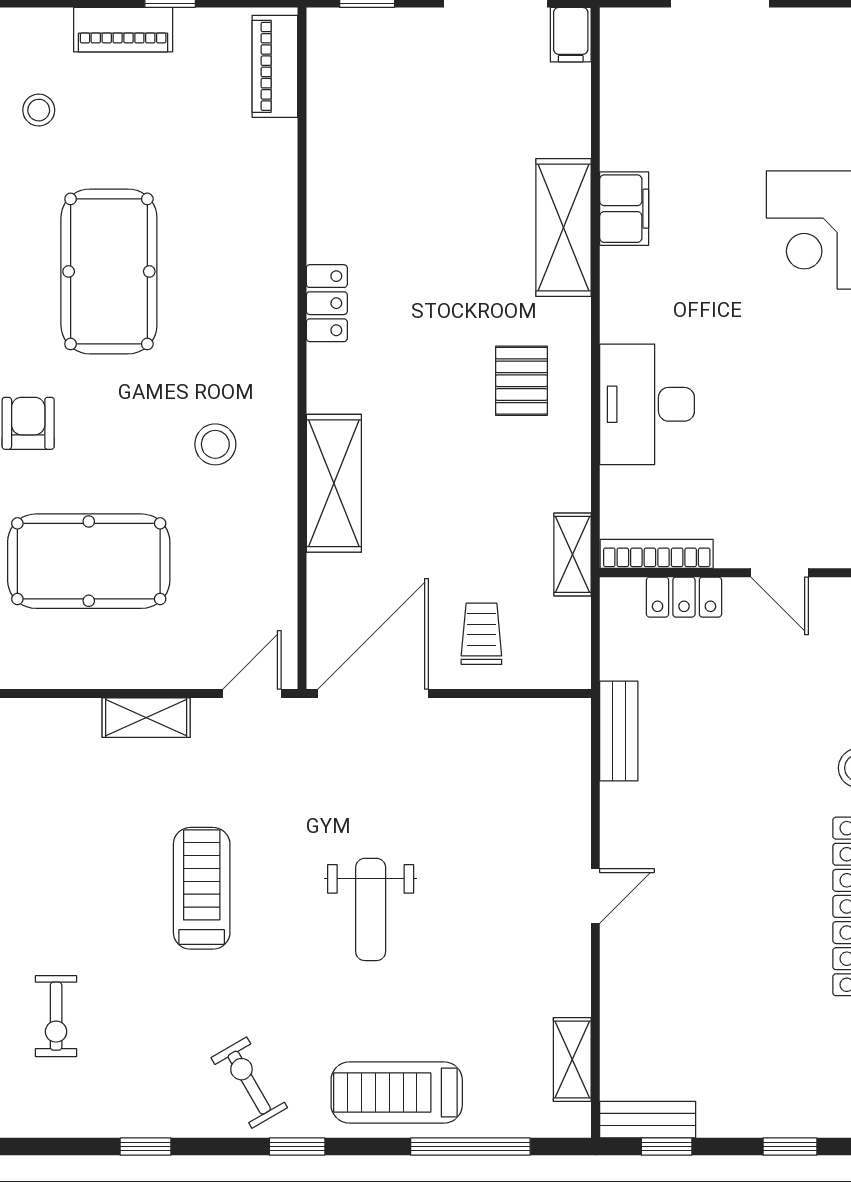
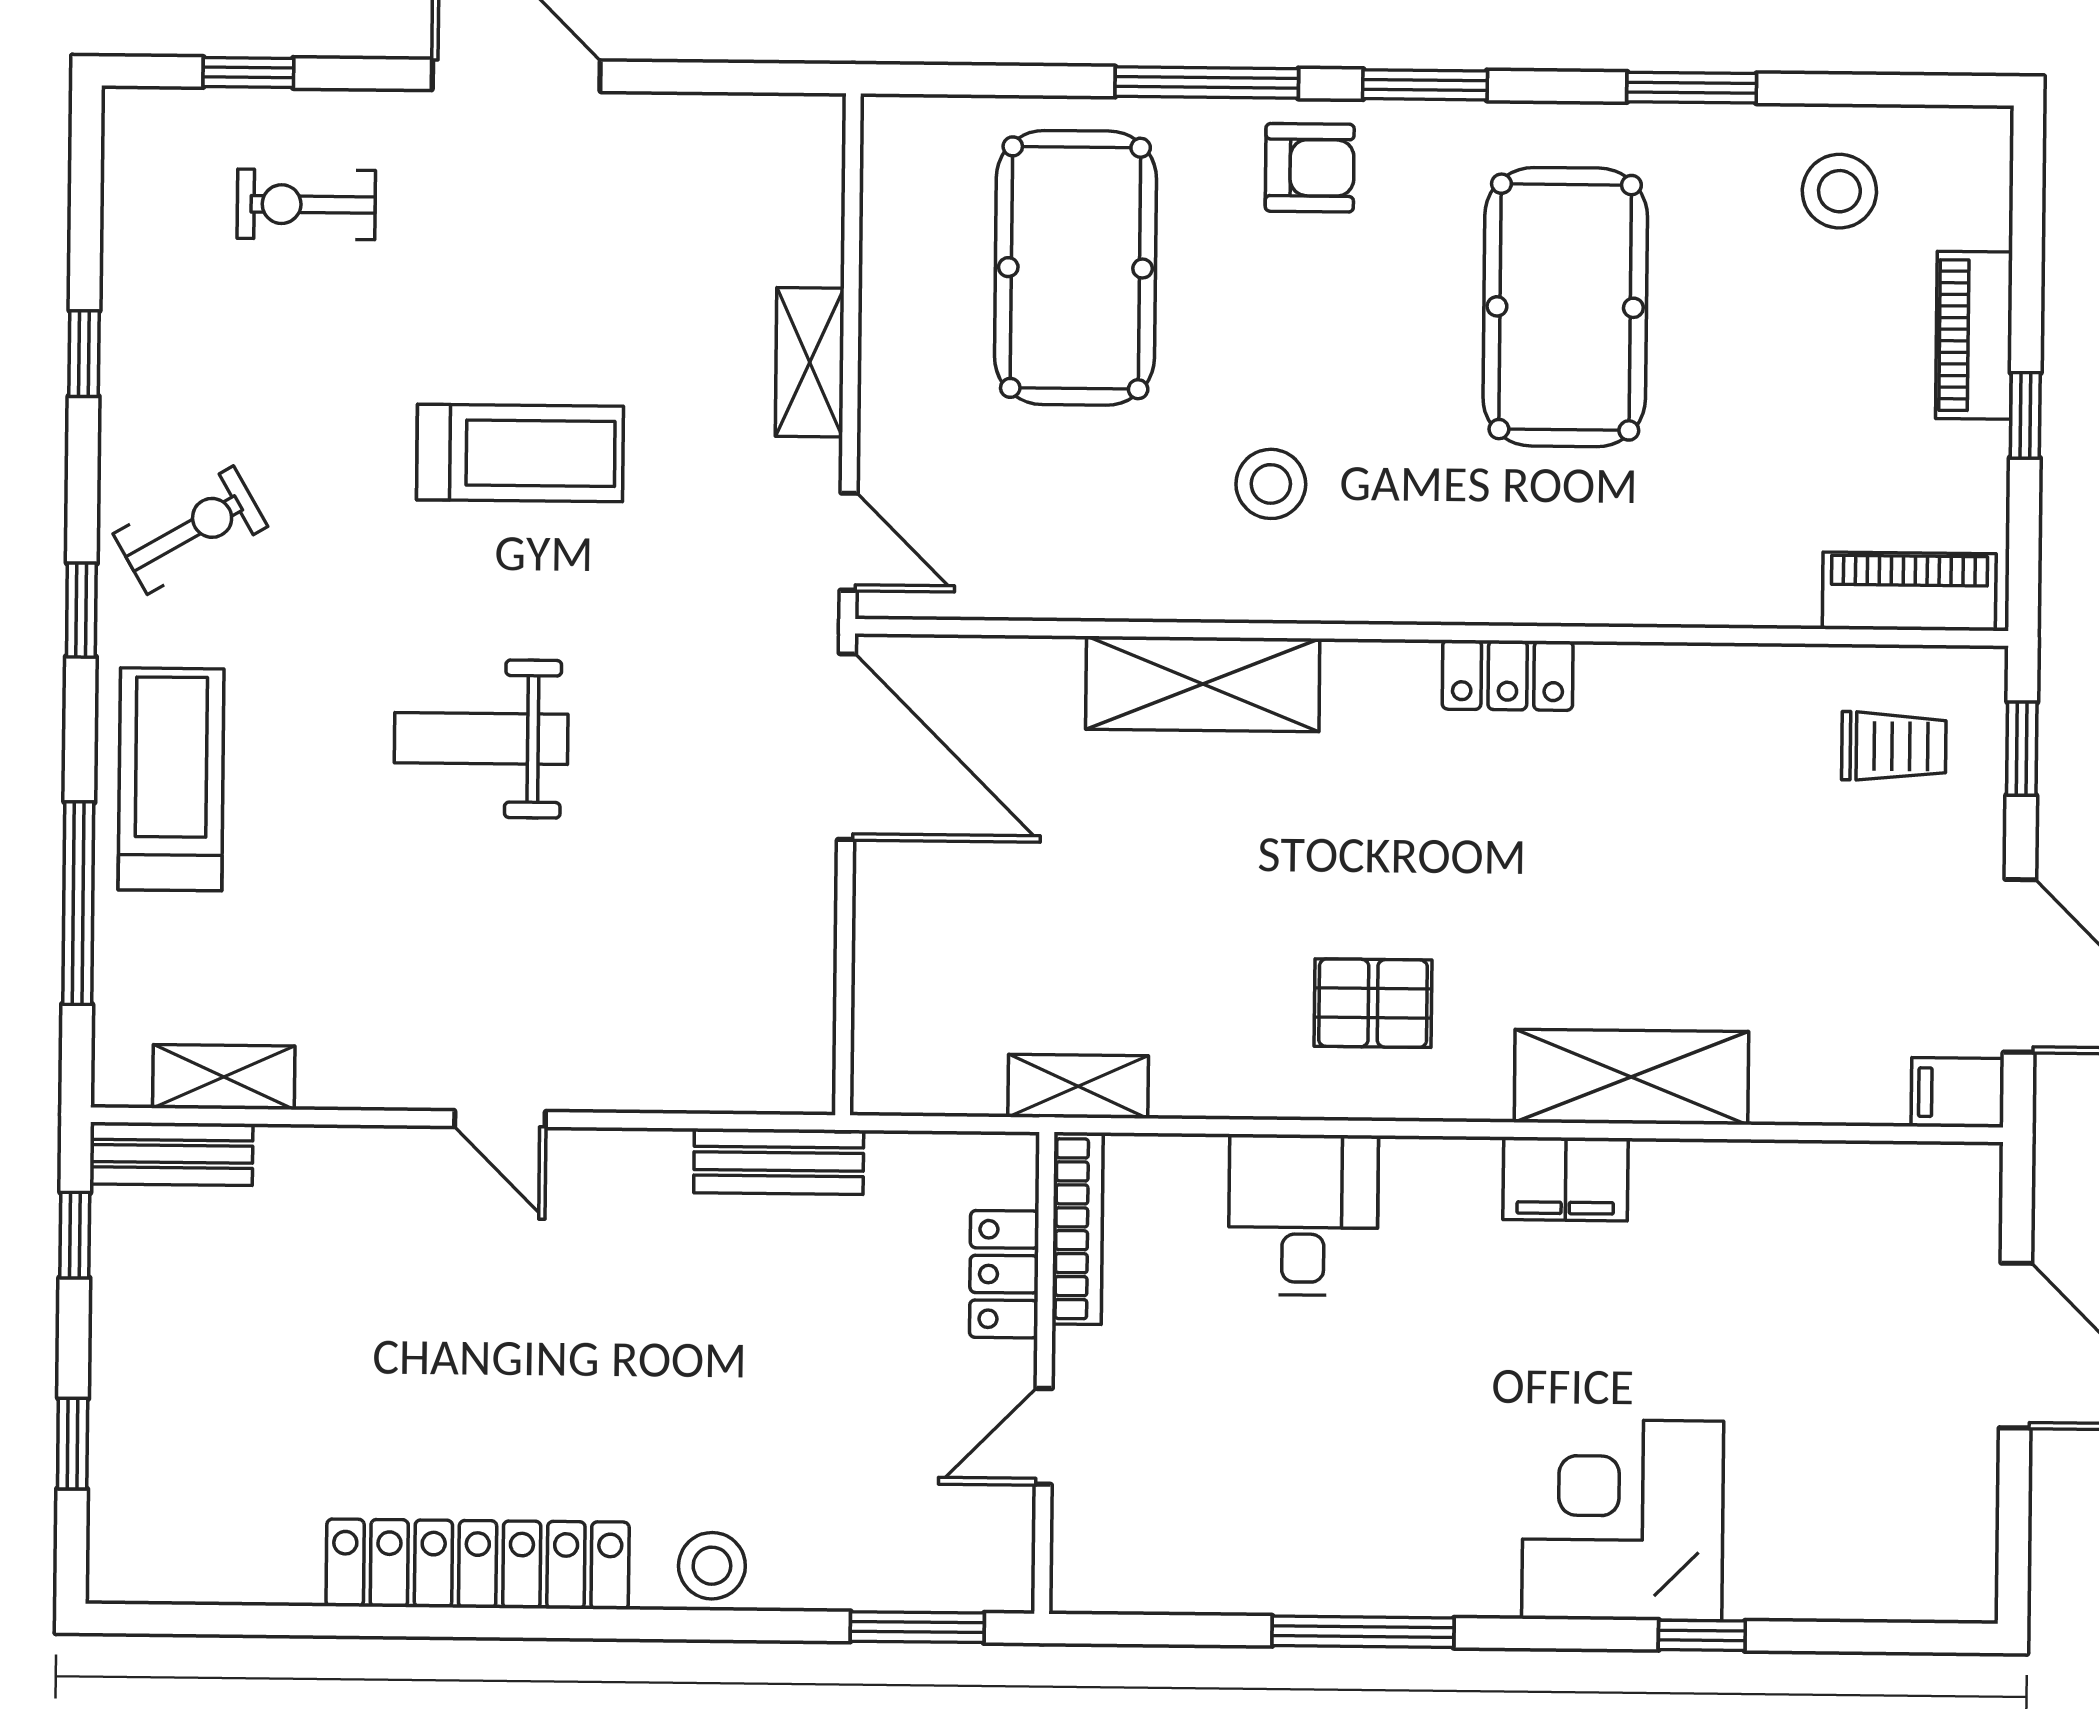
stool: (39, 110) -> (1839, 191), width x1.37, depth x1.37
filing cabinet: (624, 209) -> (1565, 1179), moved
pool table: (109, 271) -> (1565, 307), turned 90
desk: (647, 404) -> (1303, 1215), width x0.73
trolley: (481, 634) -> (1894, 746), moved
bench: (648, 1120) -> (171, 1154), moved, turned 90

